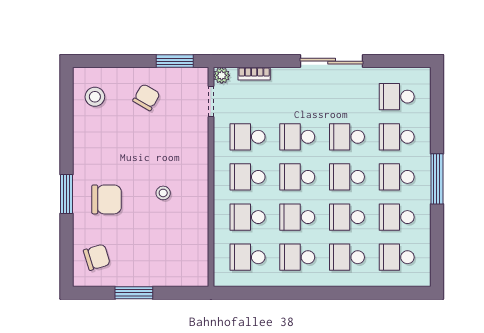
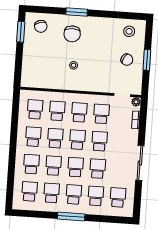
window: (175, 61) -> (147, 60), moved
window: (134, 293) -> (21, 32), moved

